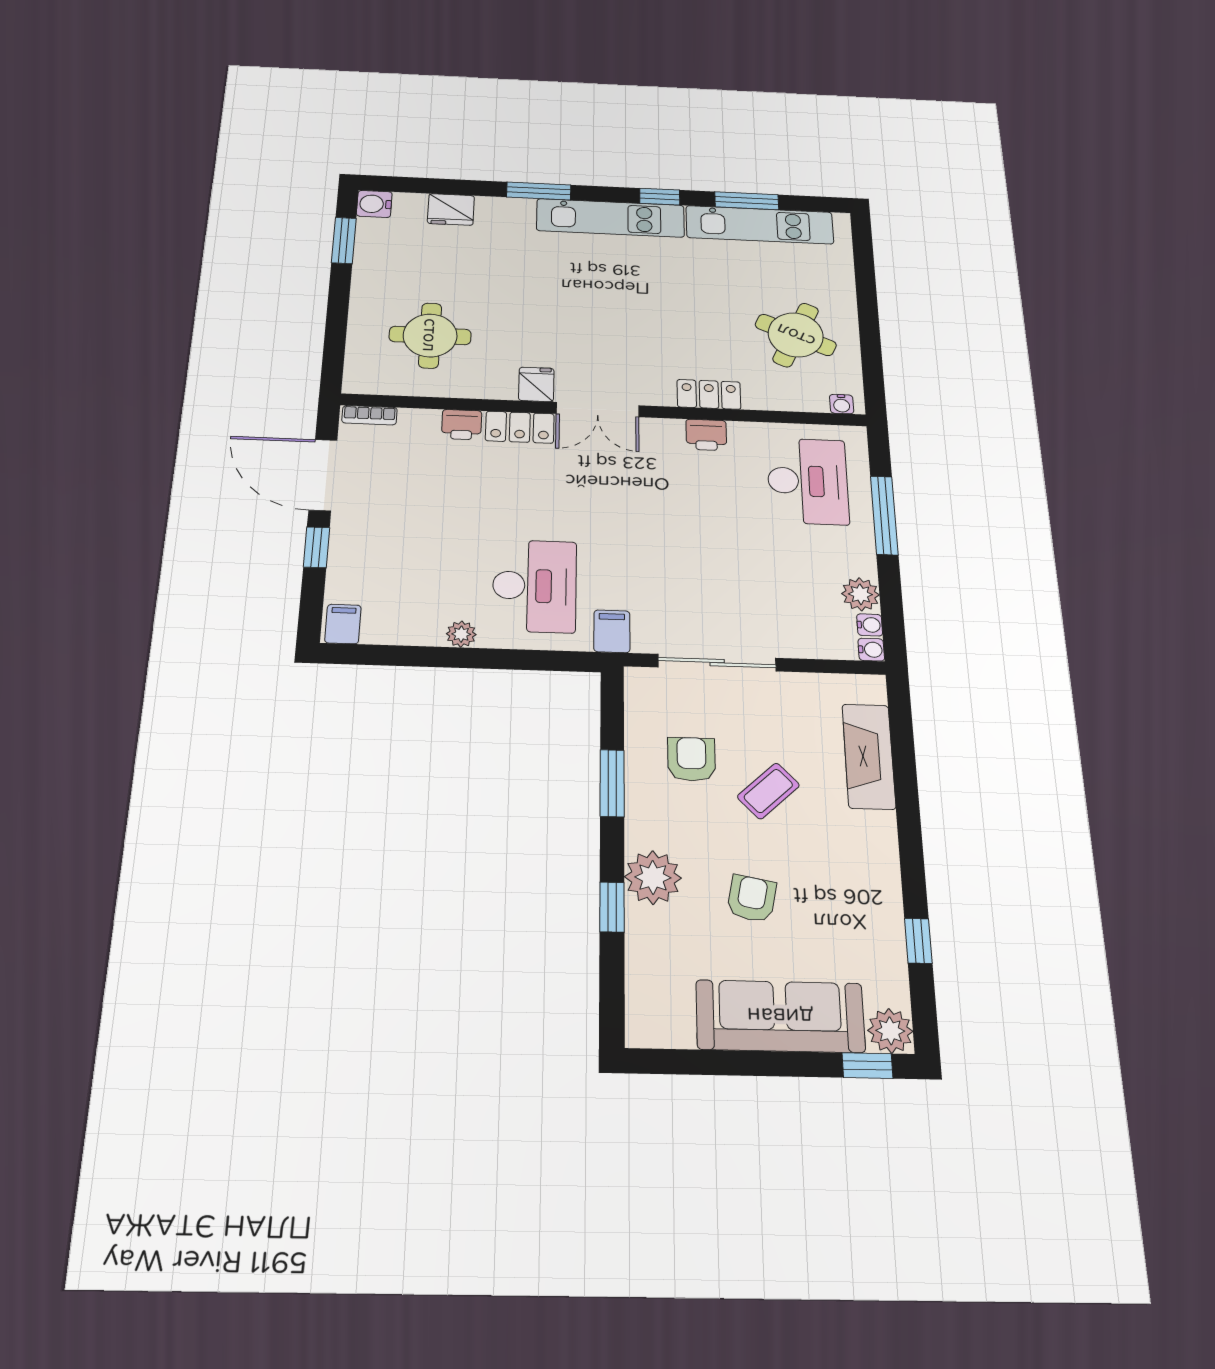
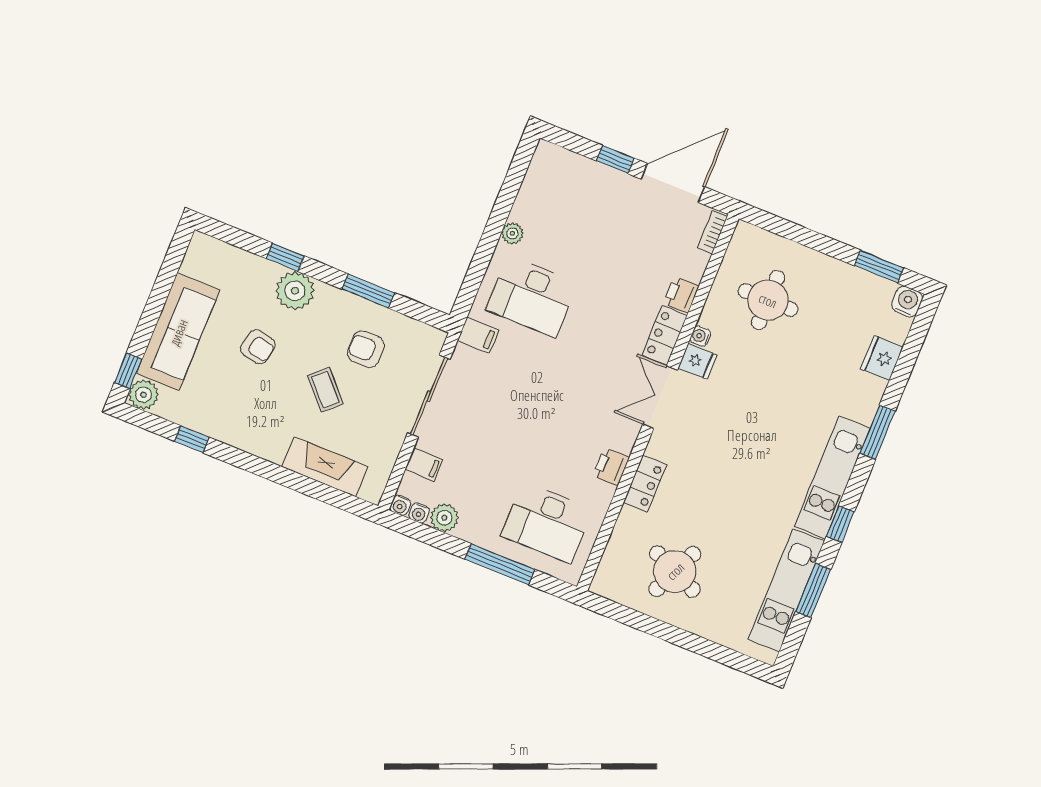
water cooler: (842, 404) -> (700, 336), moved
filing cabinet: (343, 624) -> (424, 465), moved
armchair: (691, 759) -> (366, 349), turned 180

